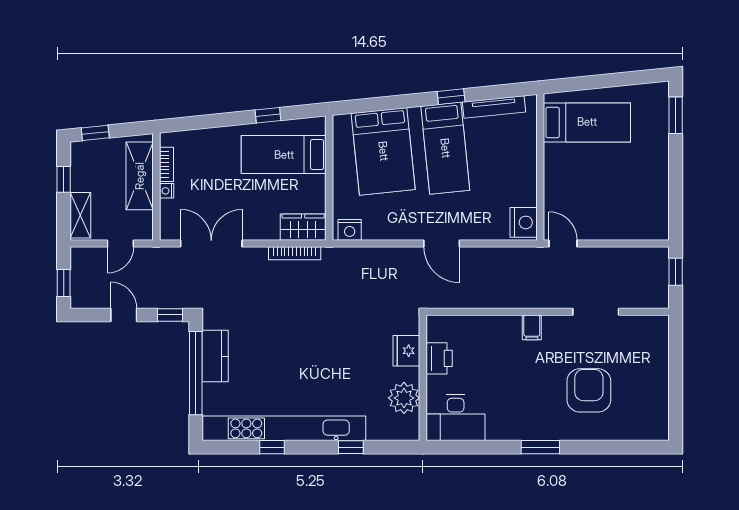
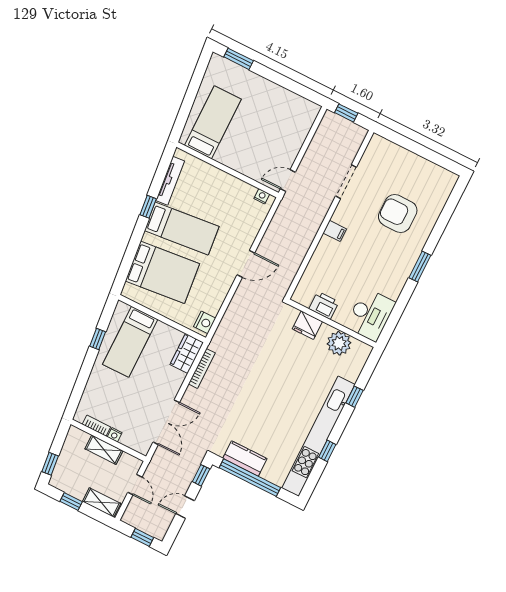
shelving: (140, 176) -> (104, 450), width x0.67, depth x0.75
nightstand: (524, 222) -> (262, 196), width x0.53, depth x0.56
double door: (211, 243) -> (166, 422), swing flipped

